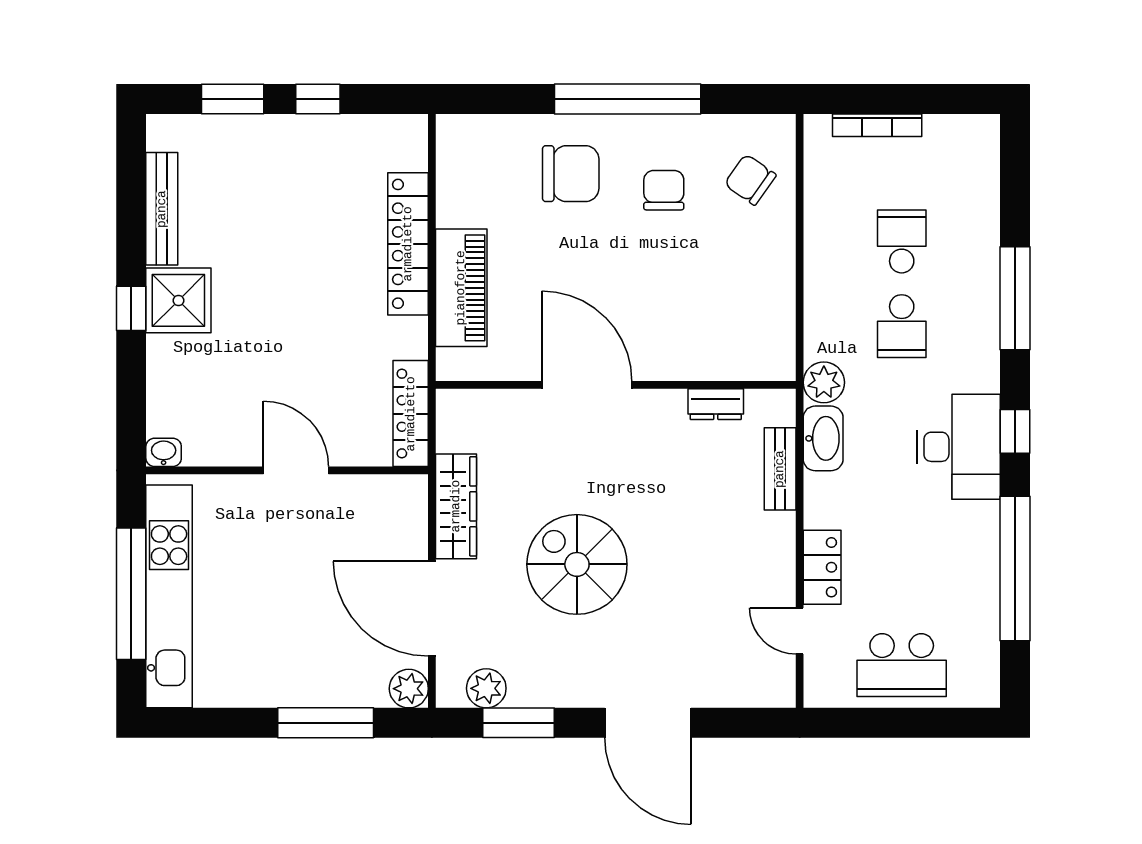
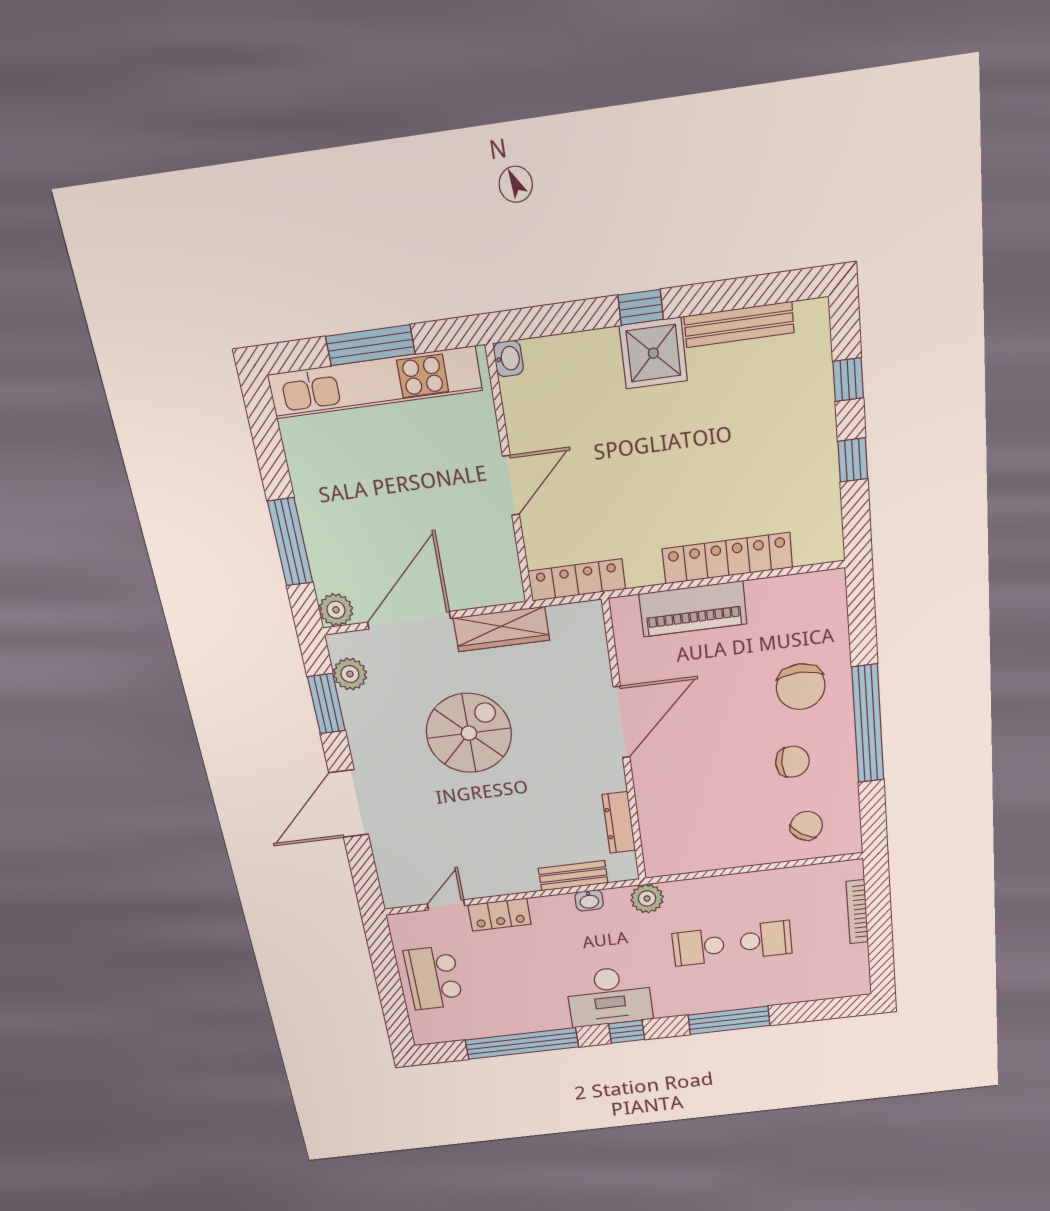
window: (233, 99) -> (848, 380), width x0.67
dresser: (716, 404) -> (619, 823), width x1.44
washbasin: (823, 438) -> (589, 900), width x0.52, depth x0.69
window: (131, 594) -> (370, 345), width x0.68

